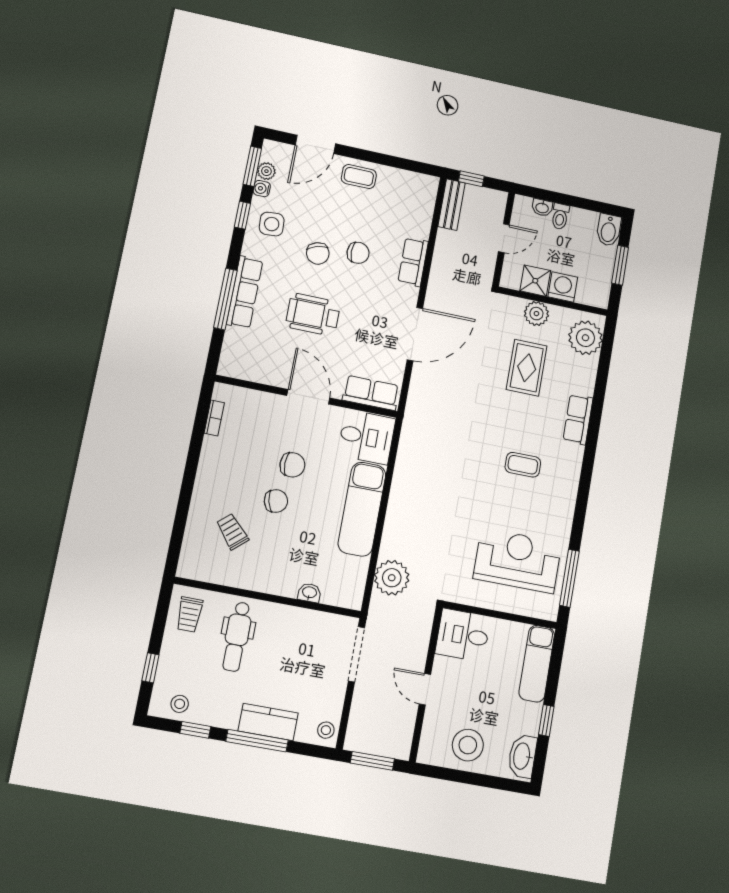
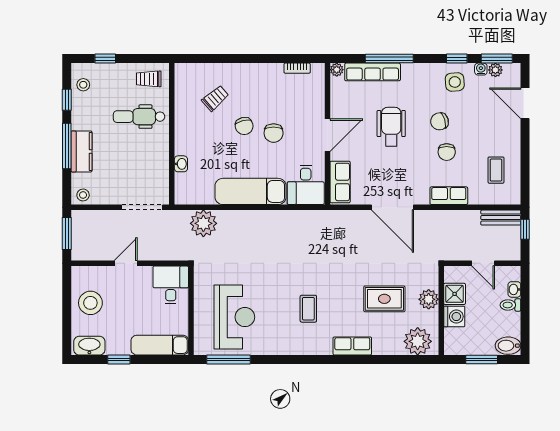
coffee table: (359, 176) -> (496, 170), moved
row of seats: (245, 292) -> (373, 72), moved
plant: (226, 368) -> (337, 70), added

